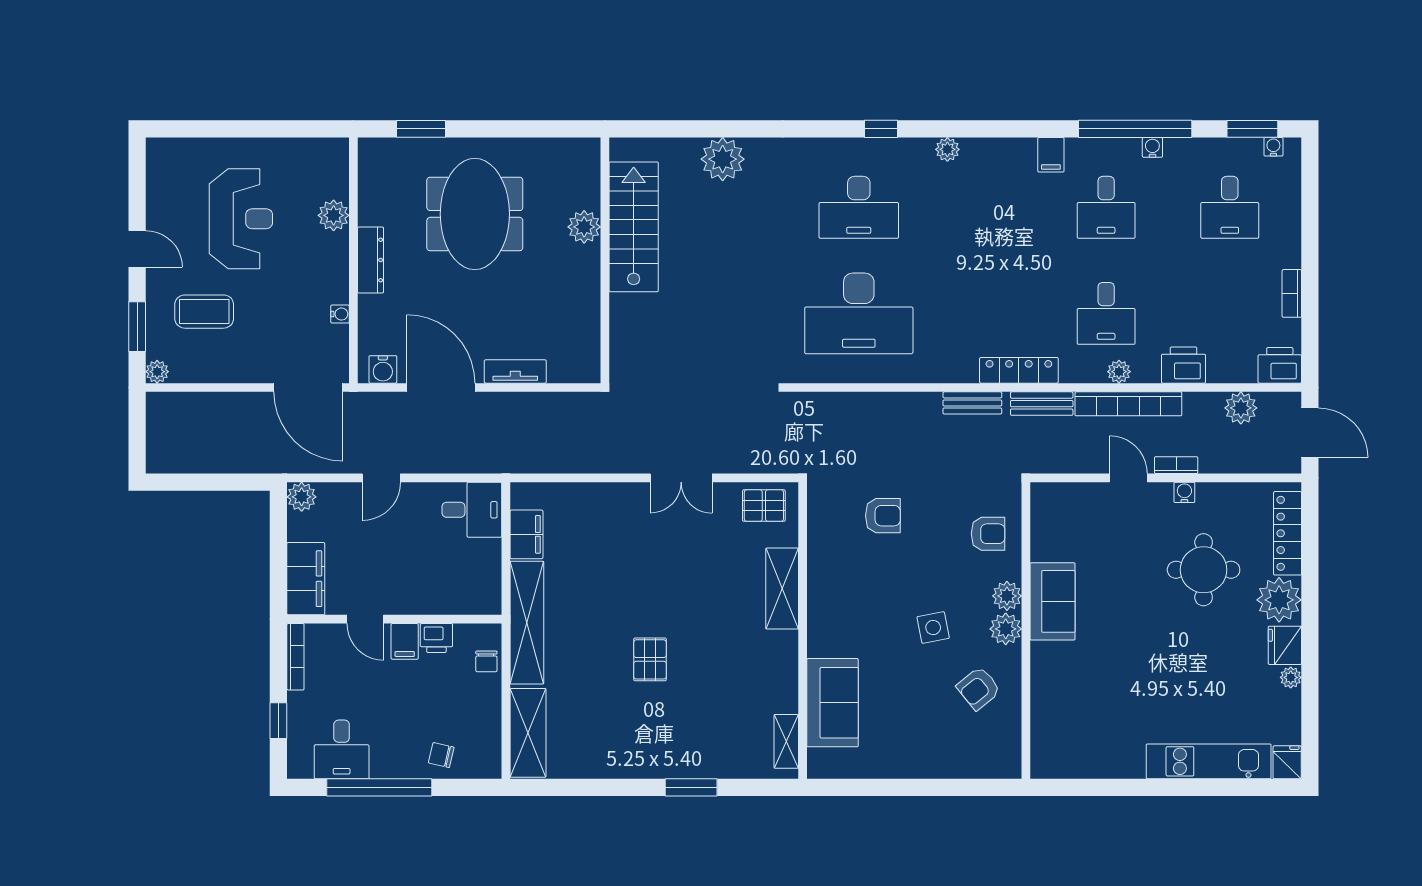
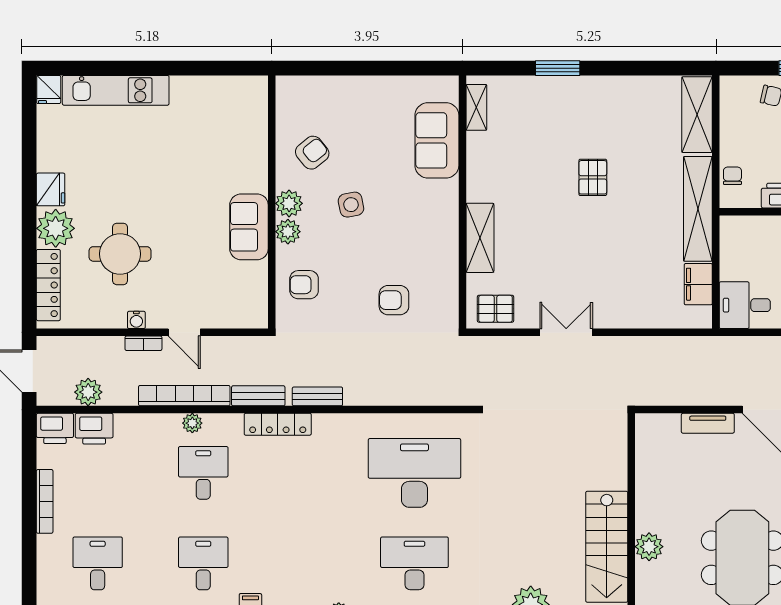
bookcase: (1292, 293) -> (45, 501), width x1.56
printer: (1183, 365) -> (94, 429), moved
plant: (1291, 677) -> (46, 162), removed

